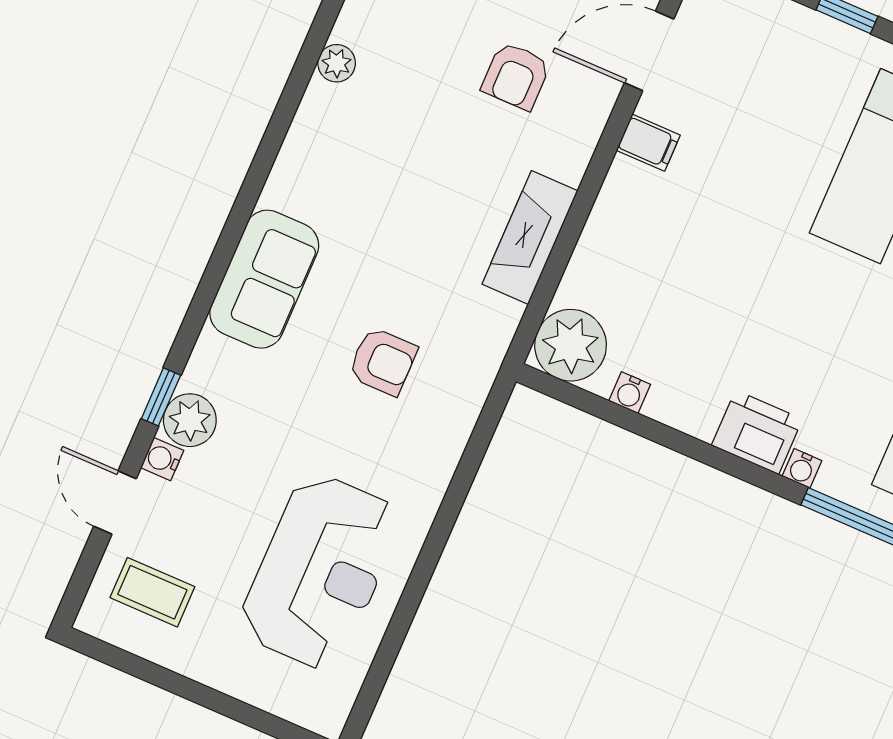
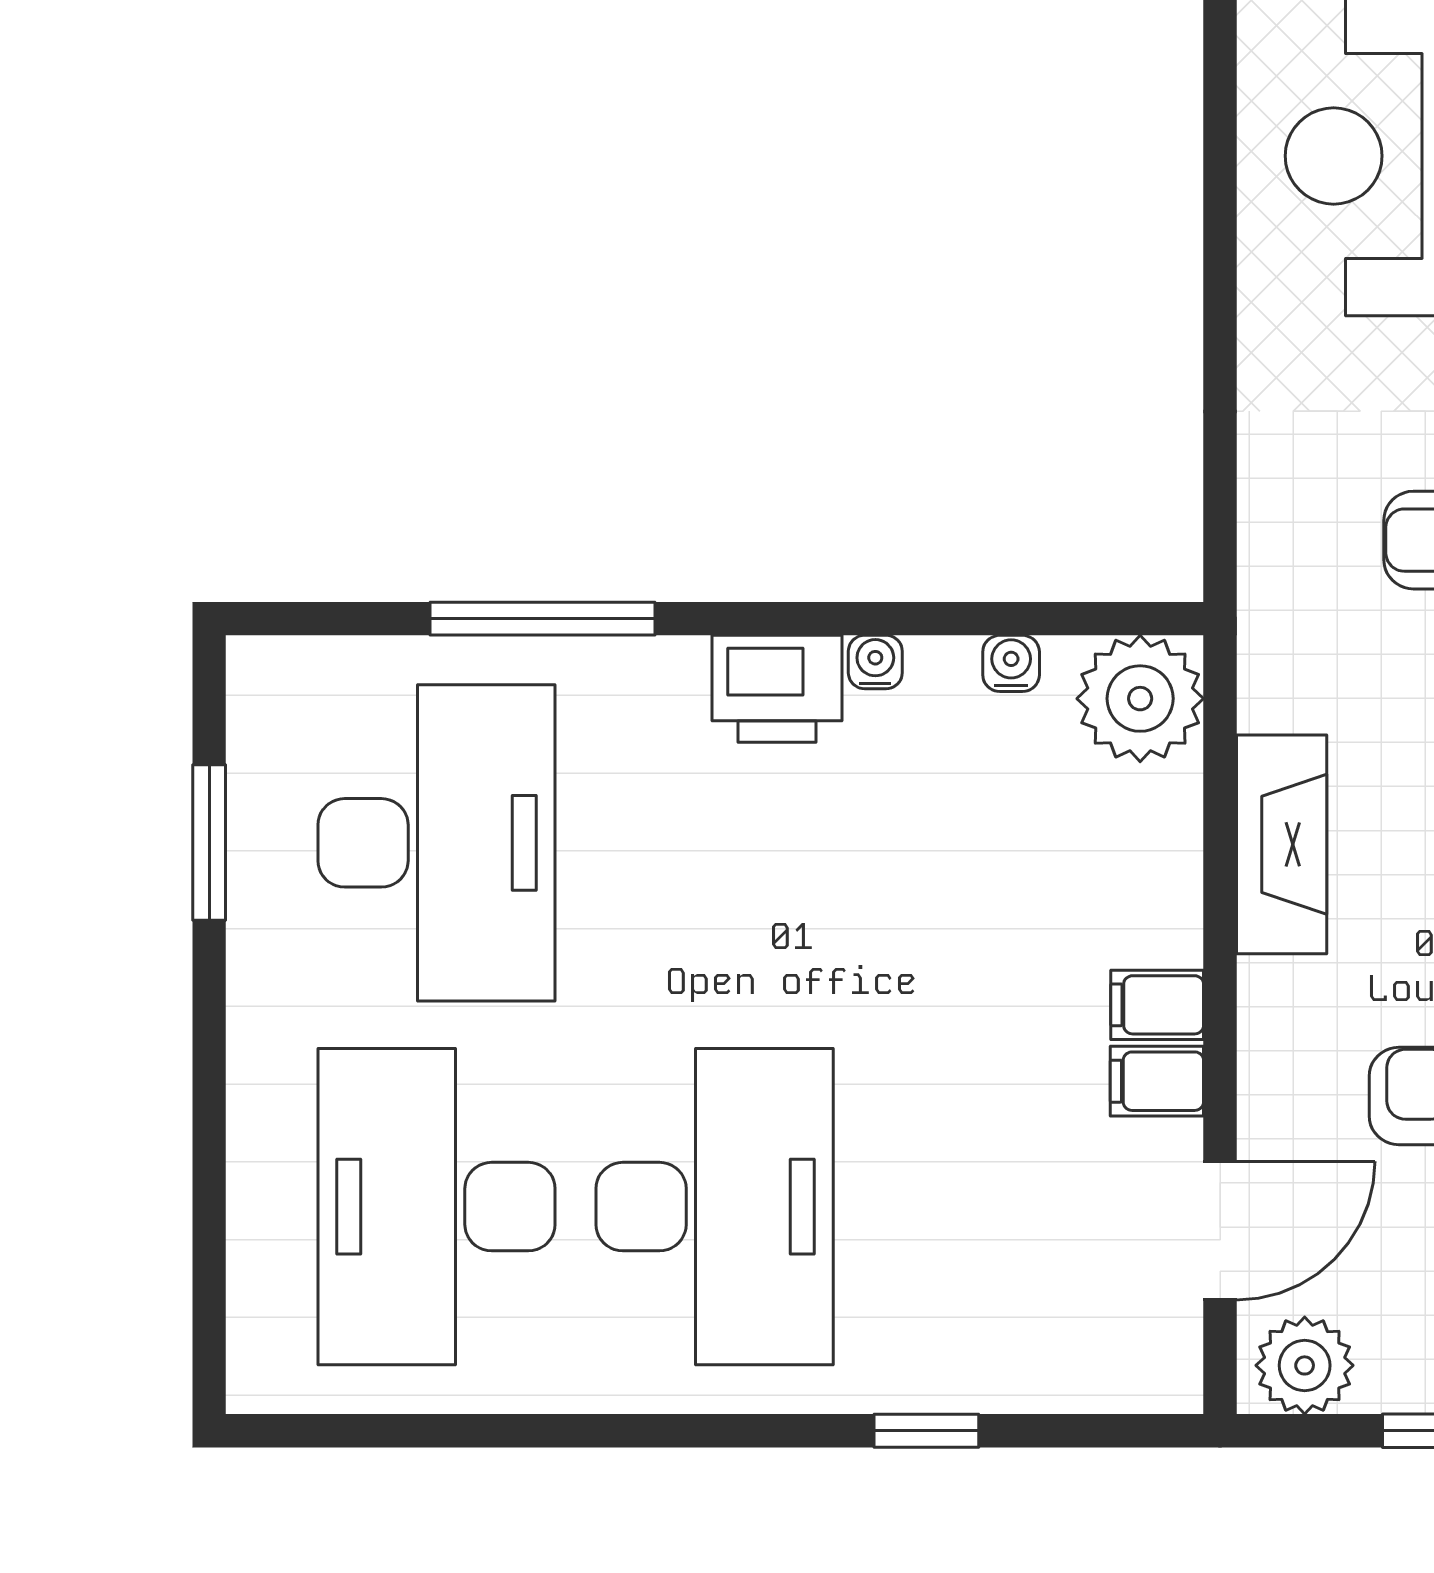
filing cabinet: (631, 182) -> (1157, 1005), added
water cooler: (802, 468) -> (875, 662), moved

